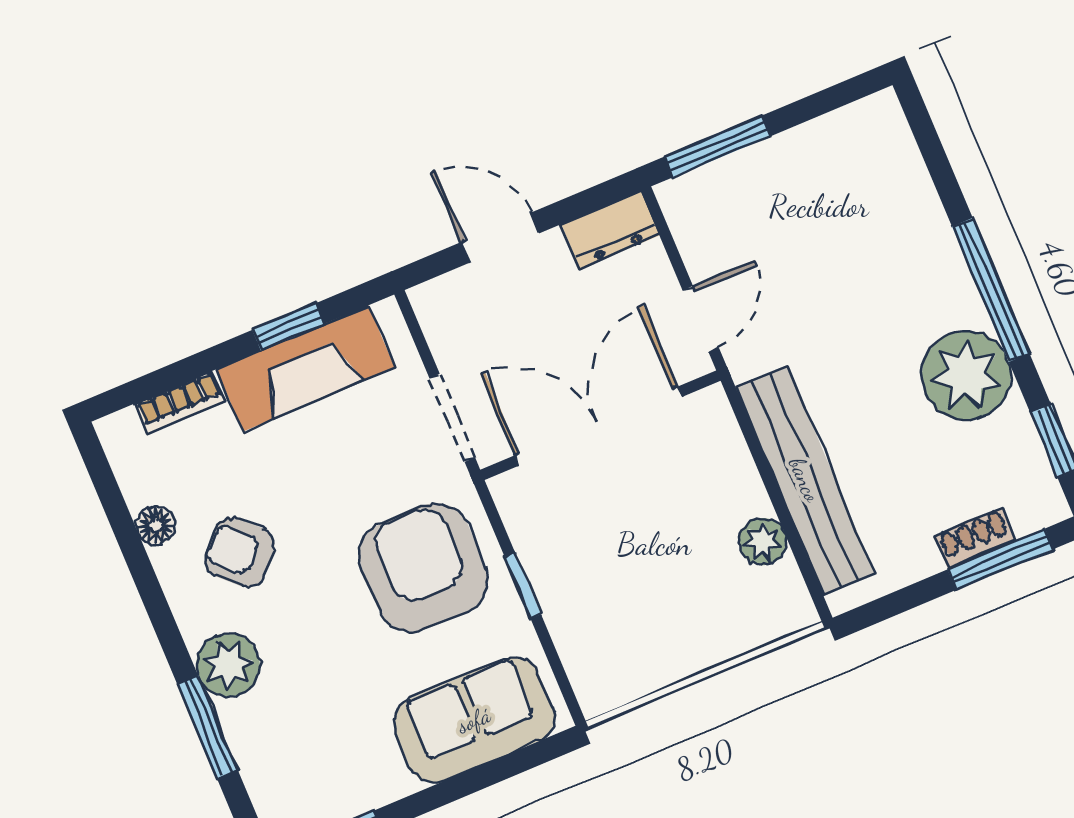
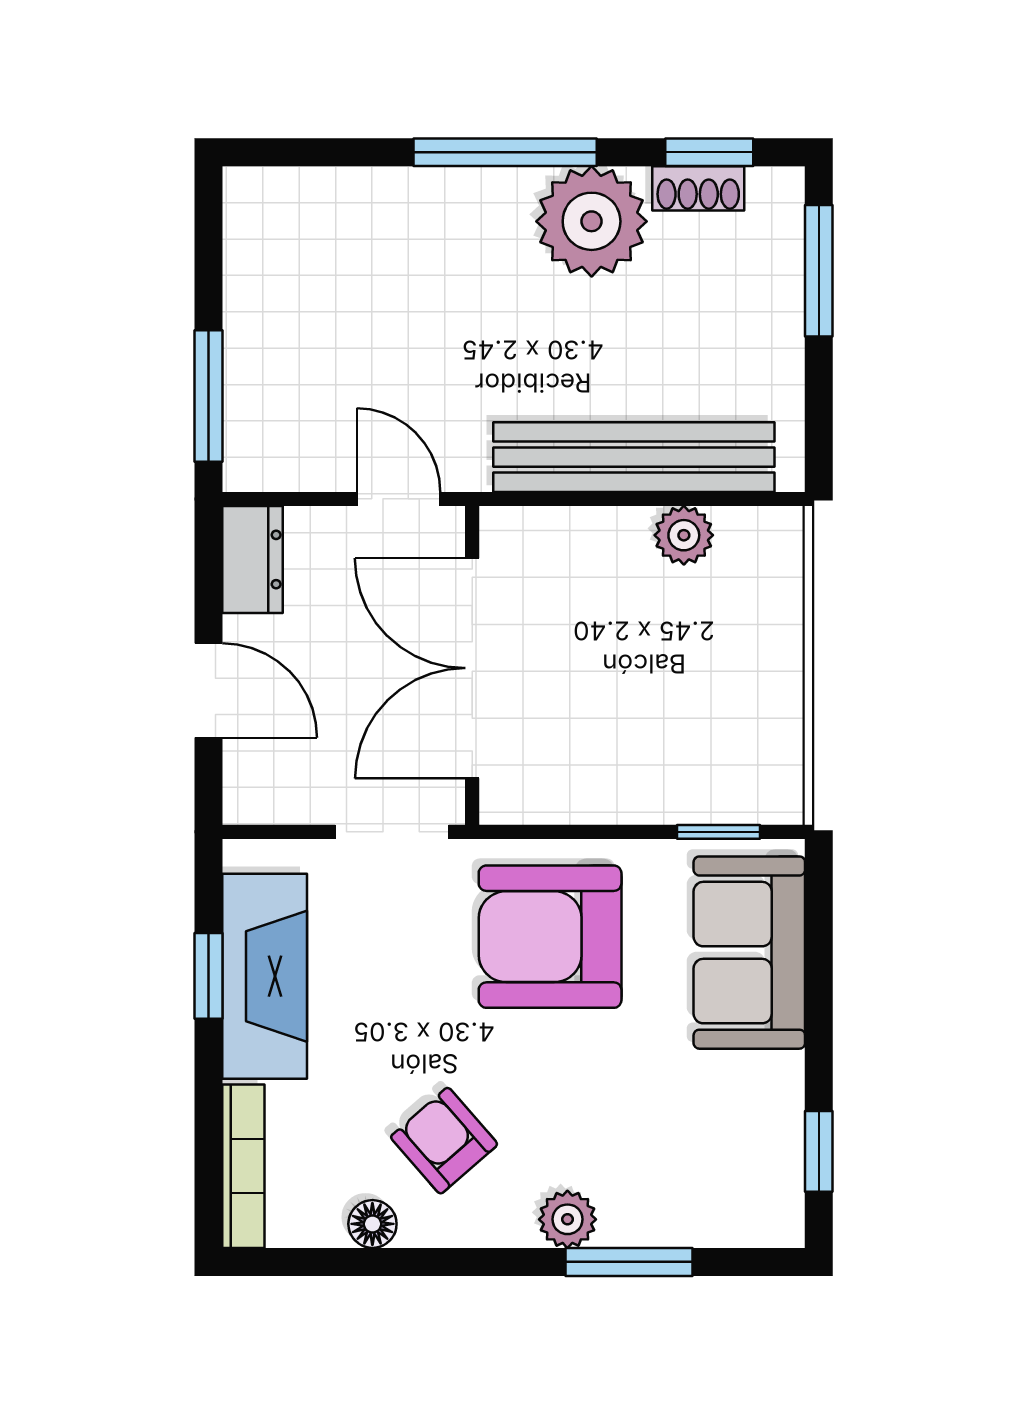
door: (500, 238) -> (209, 690), swing flipped
bookcase: (180, 403) -> (243, 1166), width x1.56
shoe rack: (975, 538) -> (698, 188), moved, turned -90
armchair: (240, 552) -> (444, 1141), turned 95
window: (523, 586) -> (718, 832), moved
plant: (228, 665) -> (567, 1219), width x0.73, depth x0.73

